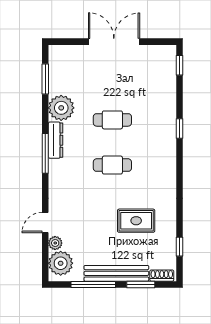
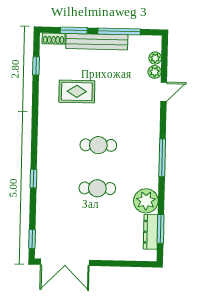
double door: (114, 42) -> (65, 262), moved
dresser: (56, 140) -> (151, 232), moved
plant: (61, 263) -> (155, 58), width x0.53, depth x0.53

